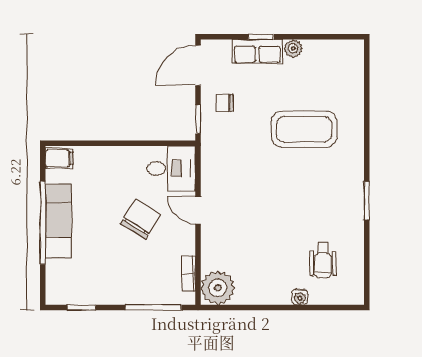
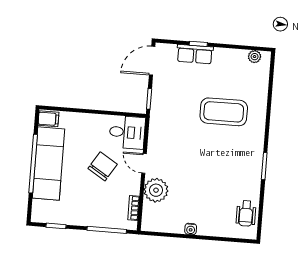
plant: (293, 48) -> (255, 57), moved
chair: (224, 103) -> (169, 89), removed
exam couch: (58, 221) -> (48, 164), width x1.36, depth x1.45
wheelchair: (323, 260) -> (246, 213), moved
plant: (218, 288) -> (156, 190), moved
water cooler: (300, 297) -> (191, 229), moved

